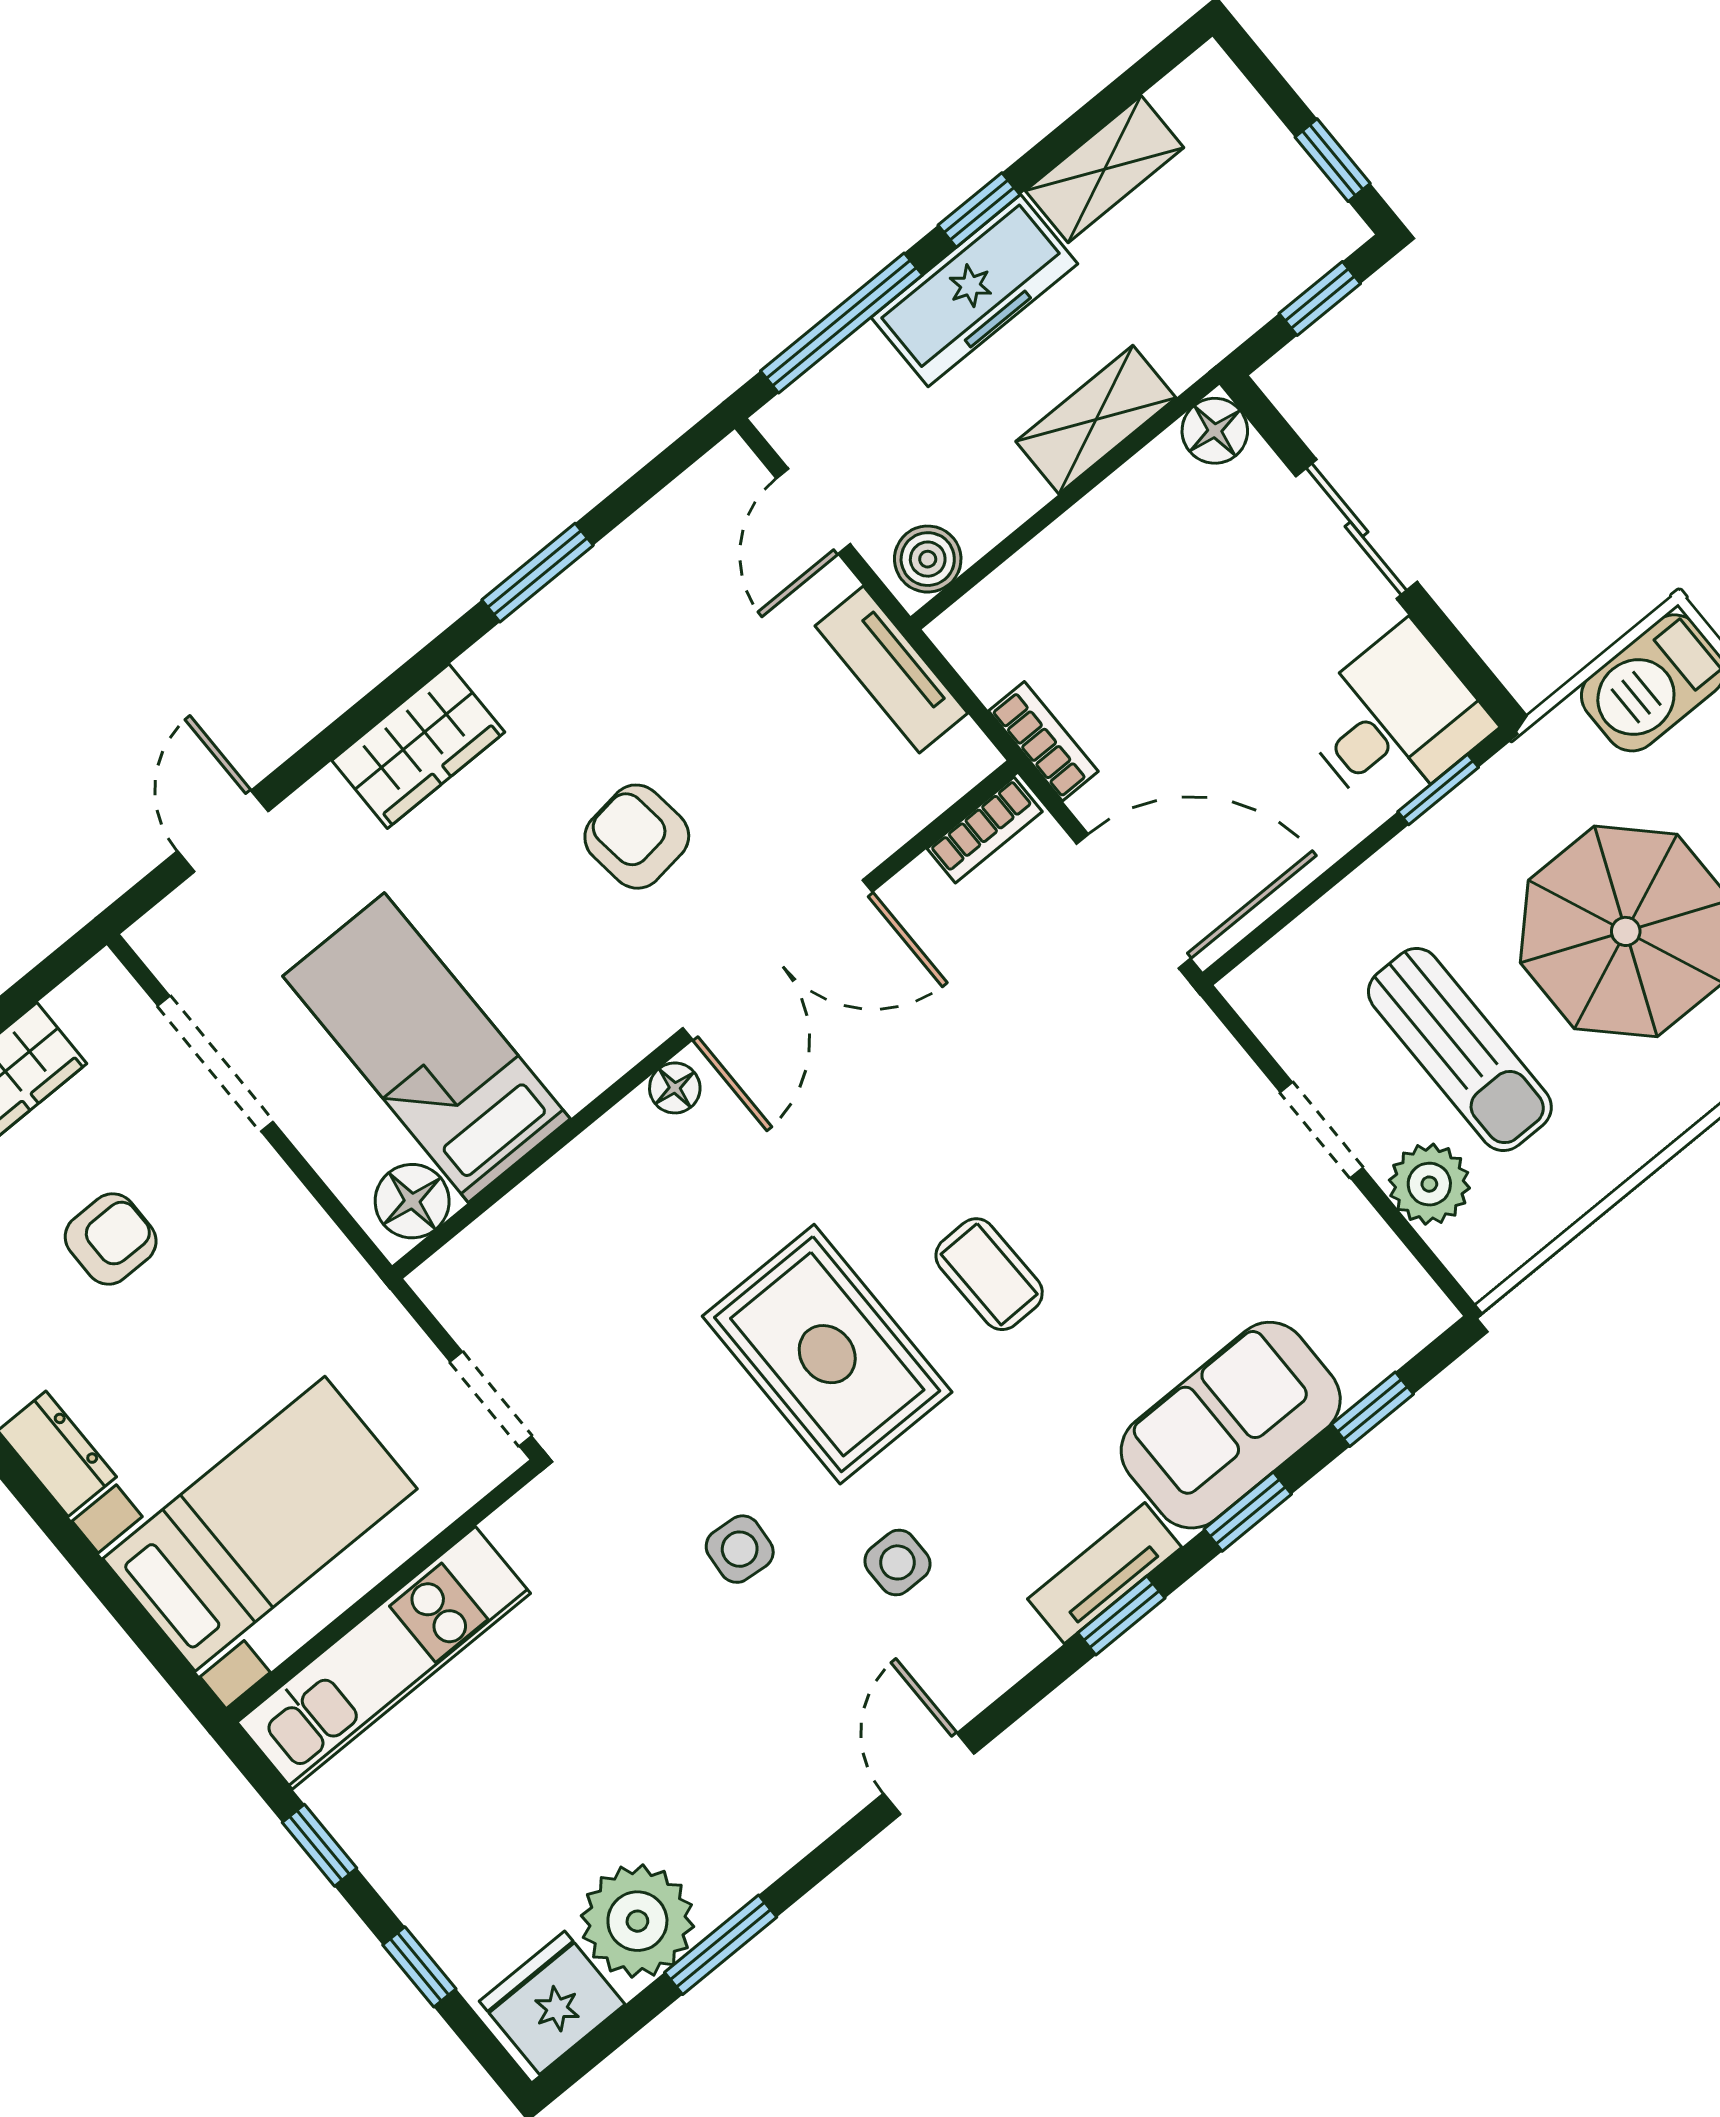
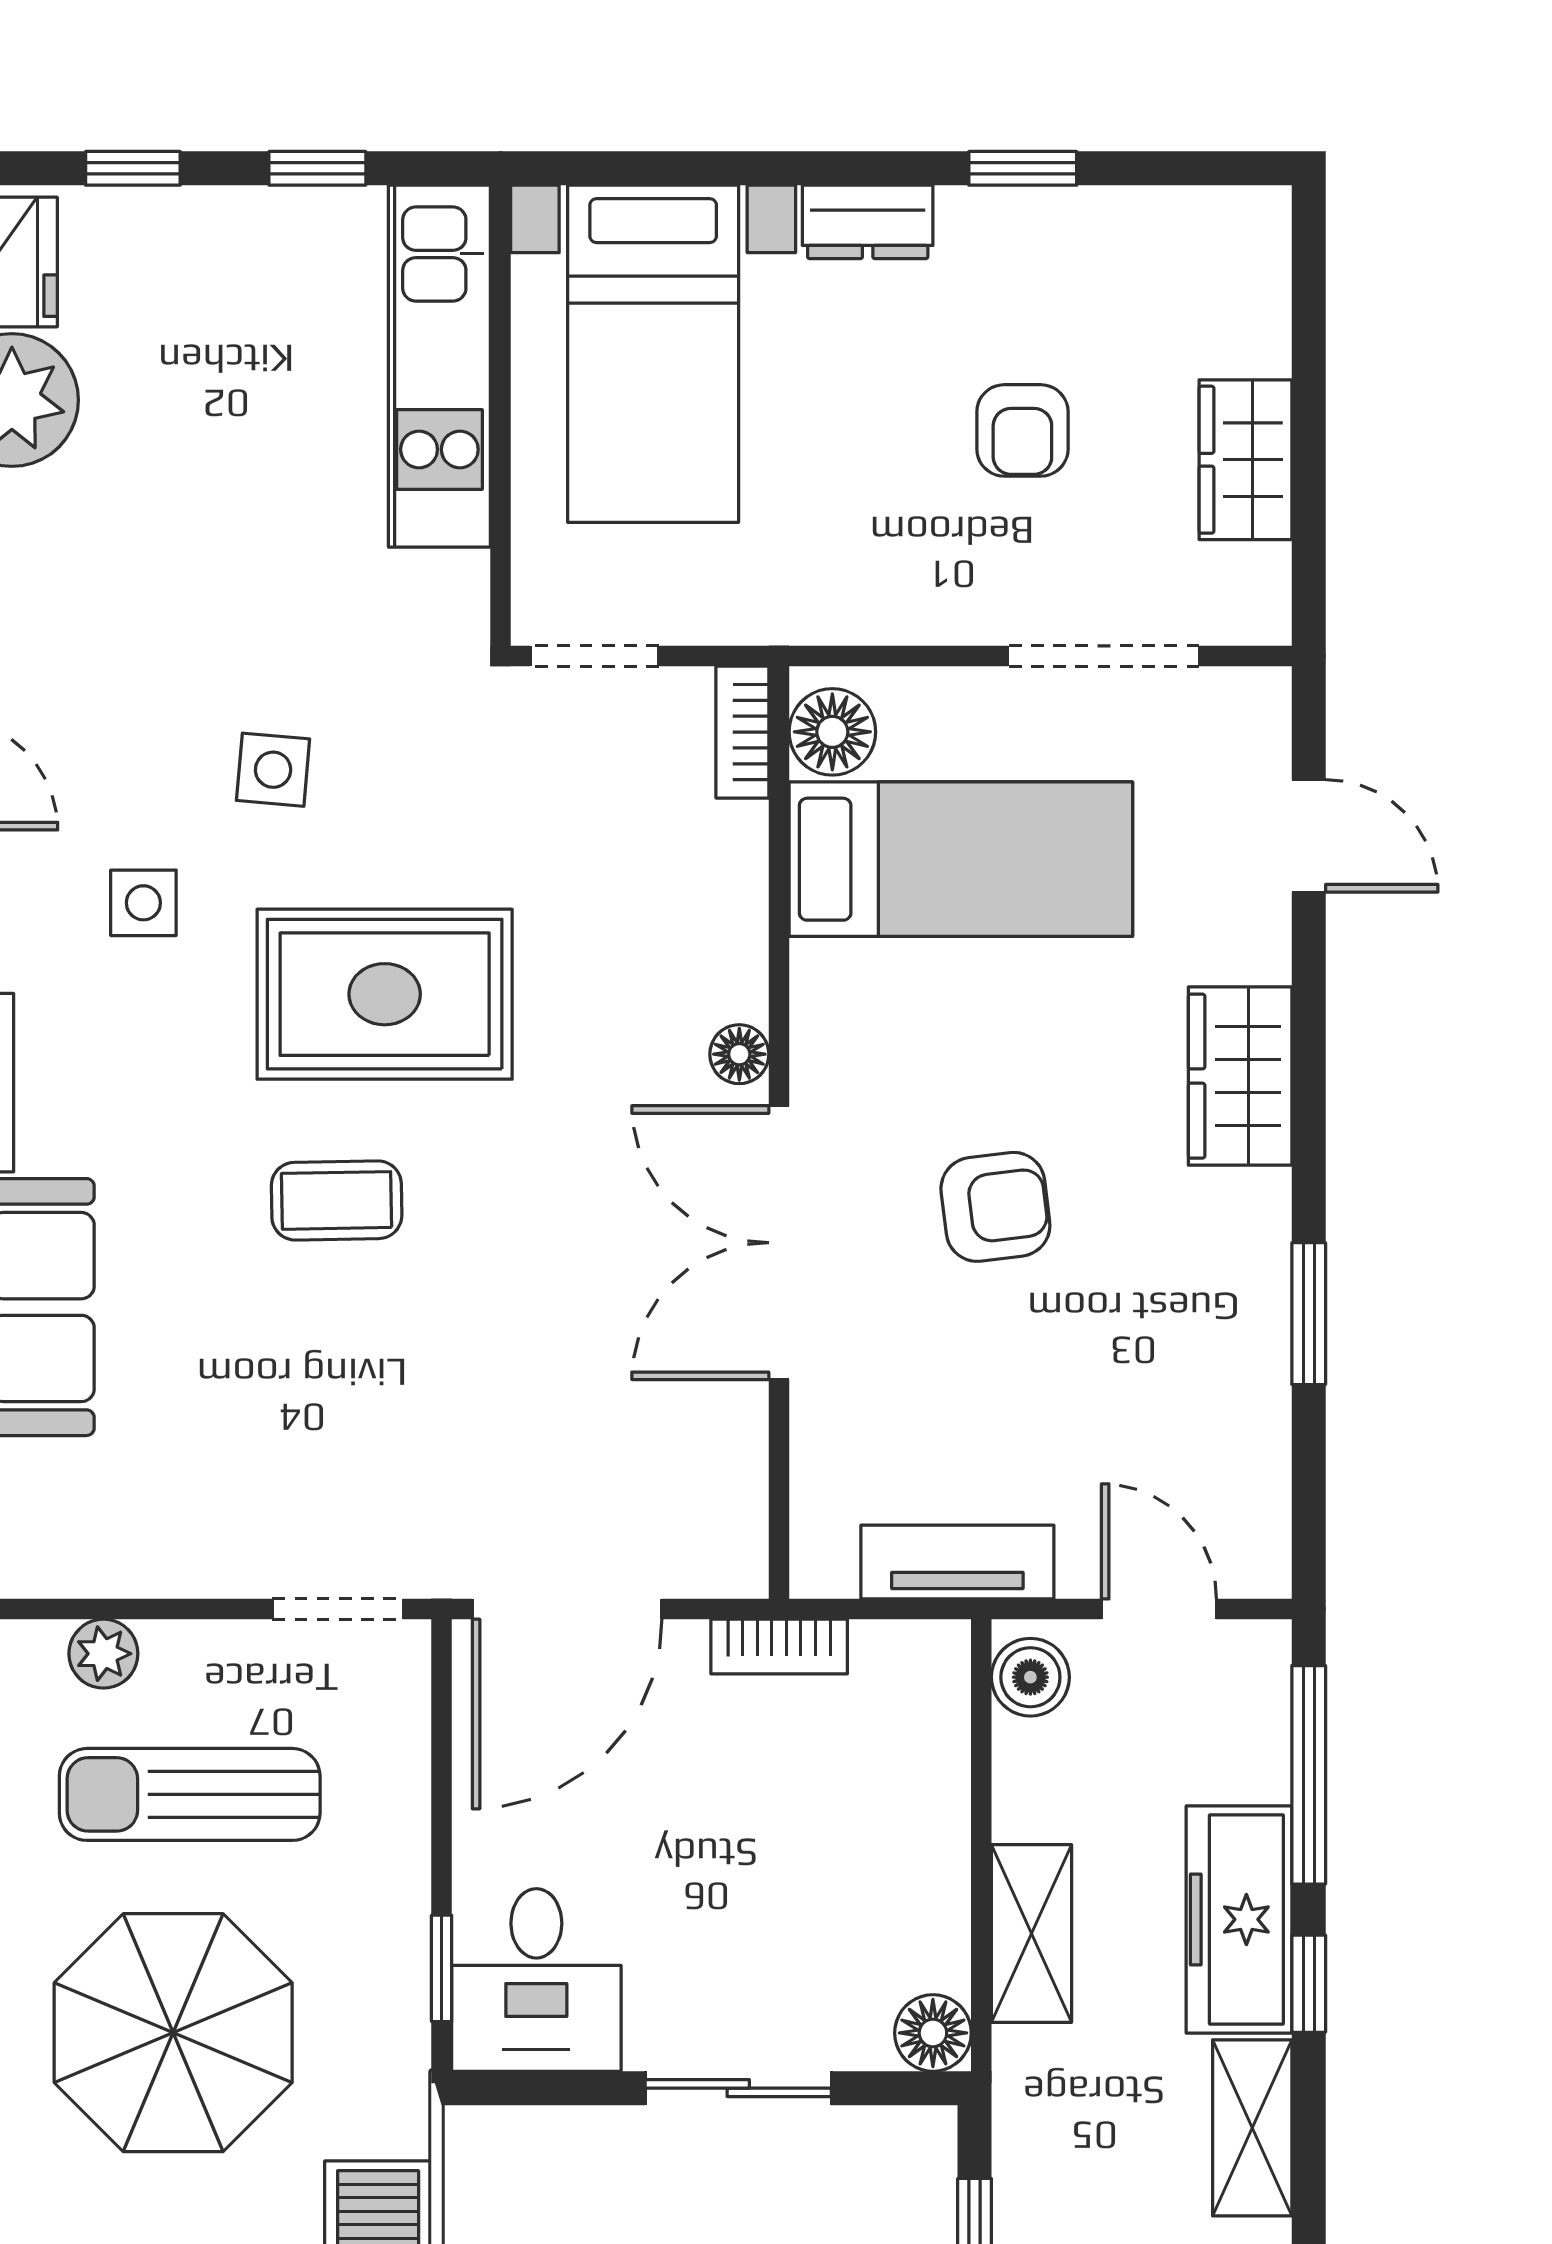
bookcase: (985, 830) -> (742, 732), moved
doorway: (1321, 1130) -> (338, 1609), moved
plant: (1429, 1184) -> (103, 1654), width x0.73, depth x0.73

